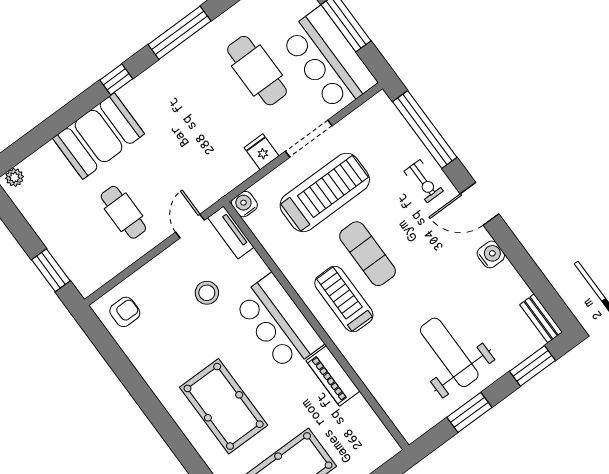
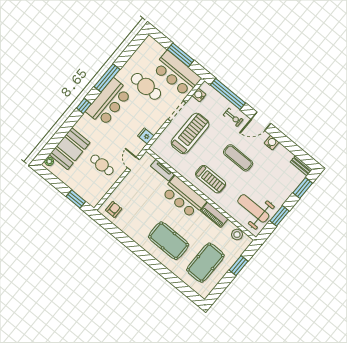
bar counter: (171, 84) -> (109, 102), added
booth: (99, 136) -> (70, 149), moved
fridge: (262, 152) -> (146, 136), moved
water cooler: (244, 204) -> (199, 95), moved
tv unit: (231, 233) -> (162, 170), moved
exercise mat: (367, 254) -> (238, 158), moved
stool: (207, 293) -> (237, 235), moved
treadmill: (344, 299) -> (211, 179), turned 180
weight bench: (449, 352) -> (253, 208), moved

